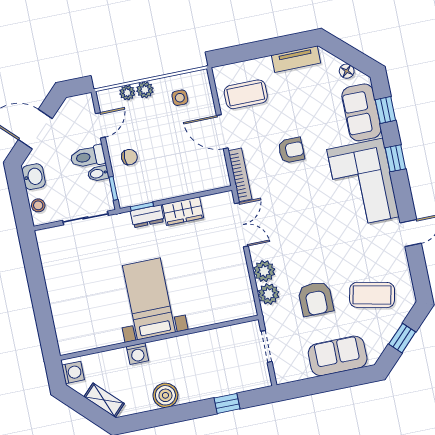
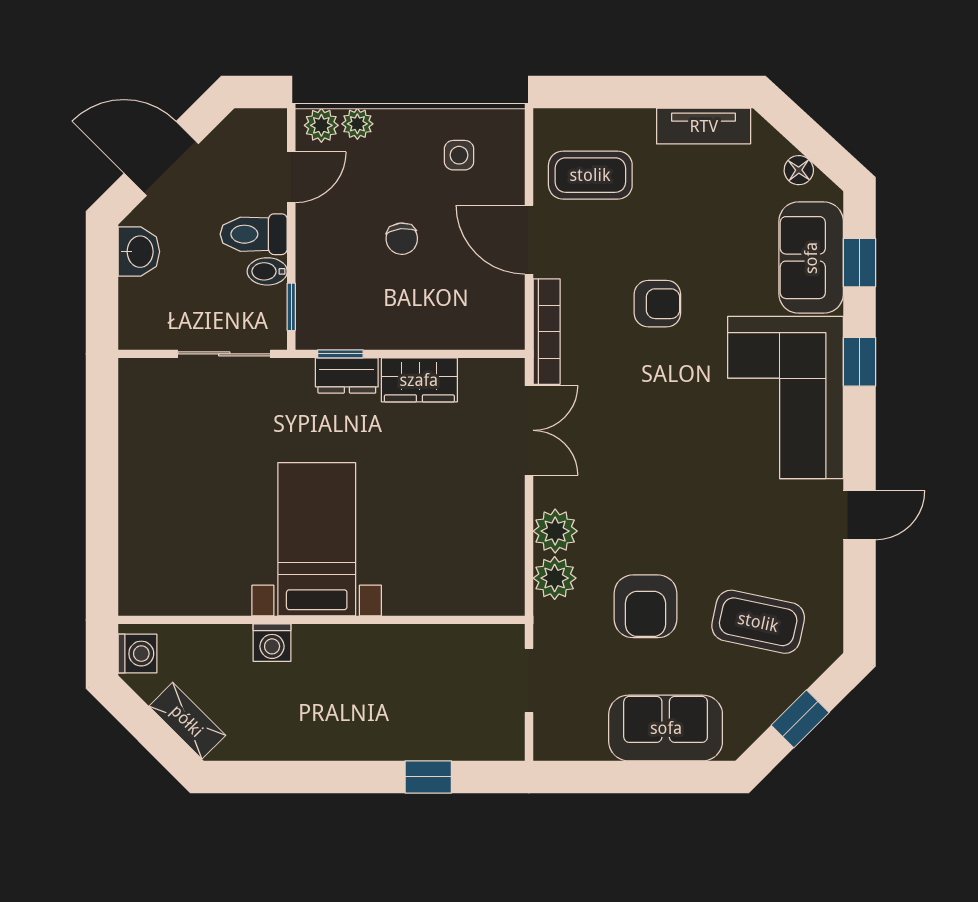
plant: (145, 90) -> (321, 125), moved
chair: (129, 157) -> (402, 239), moved, turned 84
stool: (38, 205) -> (136, 310), removed
boiler: (165, 395) -> (310, 736), removed

